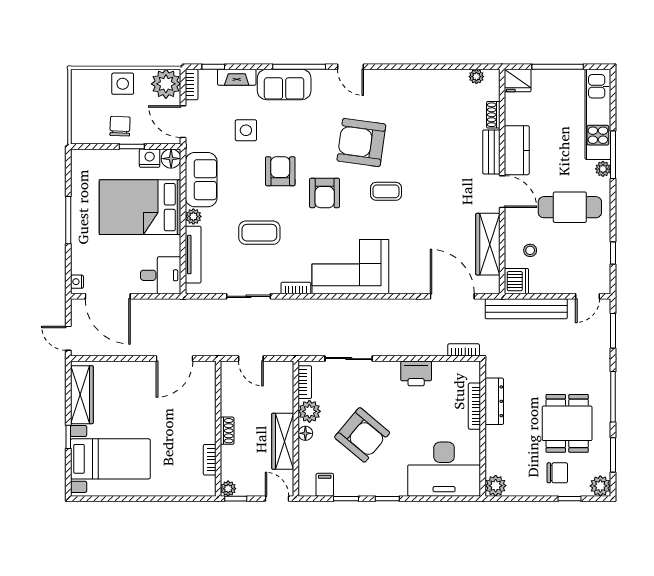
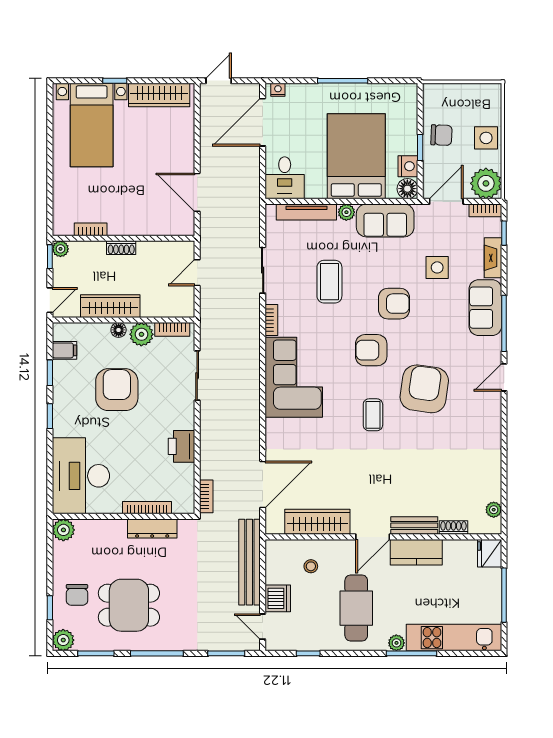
dishwasher: (516, 281) -> (278, 598), moved, turned -90
armchair: (362, 435) -> (117, 390), turned 140

